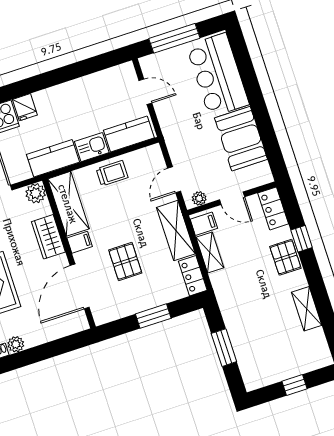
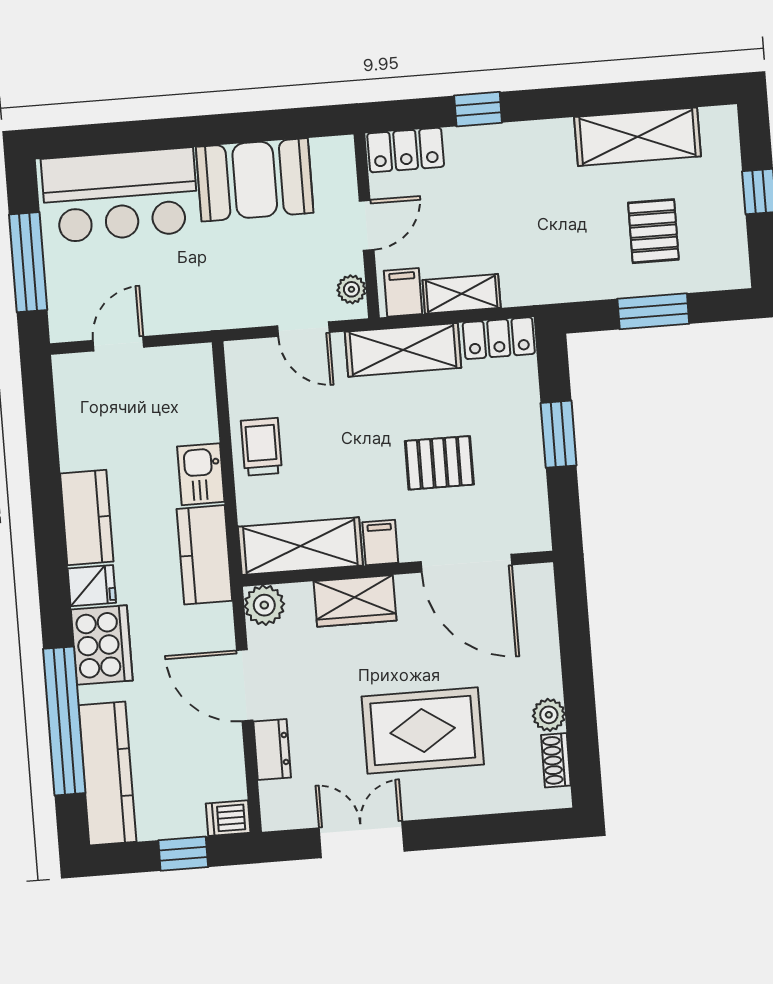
kitchen counter: (129, 134) -> (87, 517), moved, turned 180
pallet: (285, 257) -> (653, 231), moved, turned 90
shelving: (307, 309) -> (638, 137), width x1.50, depth x1.33

